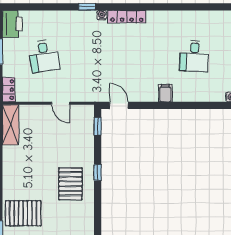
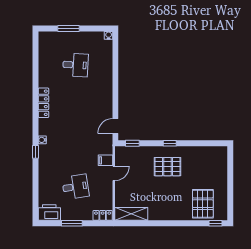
locker: (127, 17) -> (43, 103), moved
filing cabinet: (165, 93) -> (105, 160), moved
pallet: (70, 184) -> (167, 167), moved

